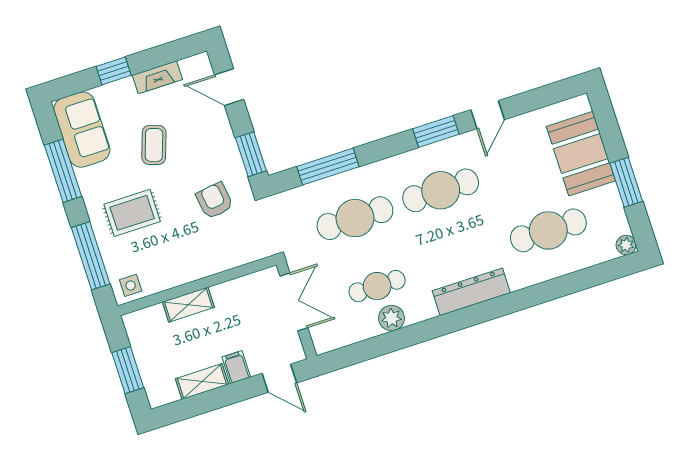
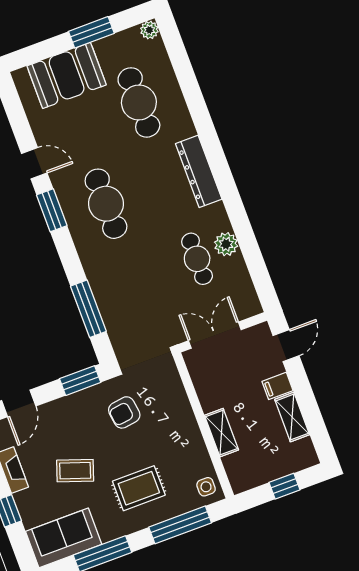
rug: (132, 213) -> (139, 488), turned 90
cafe table: (355, 218) -> (135, 282), removed
window: (128, 370) -> (284, 486), width x0.67

